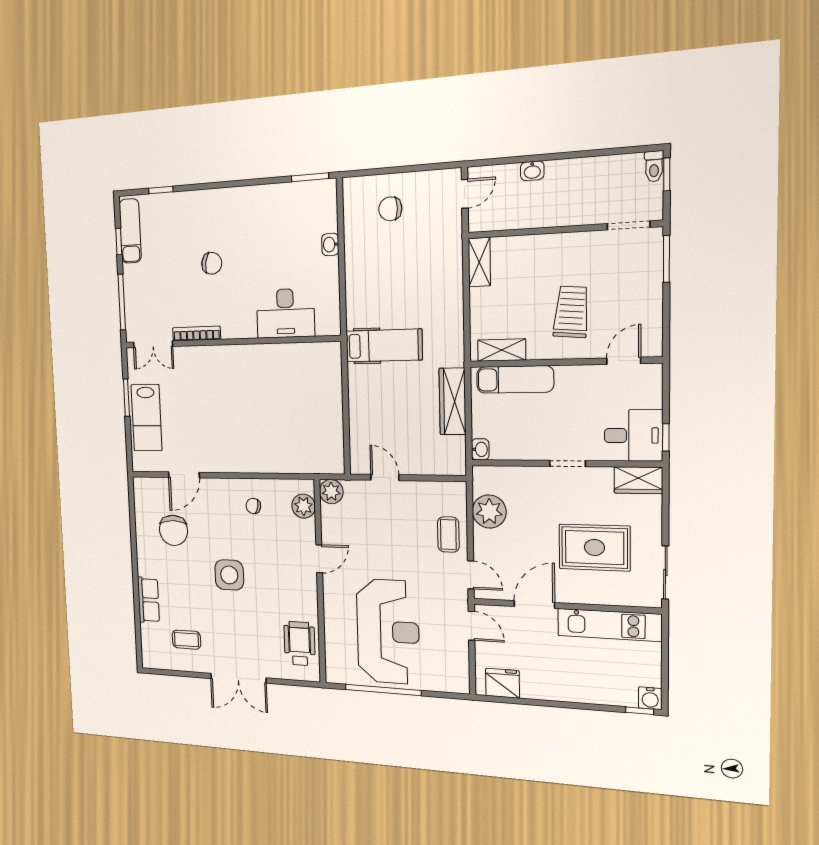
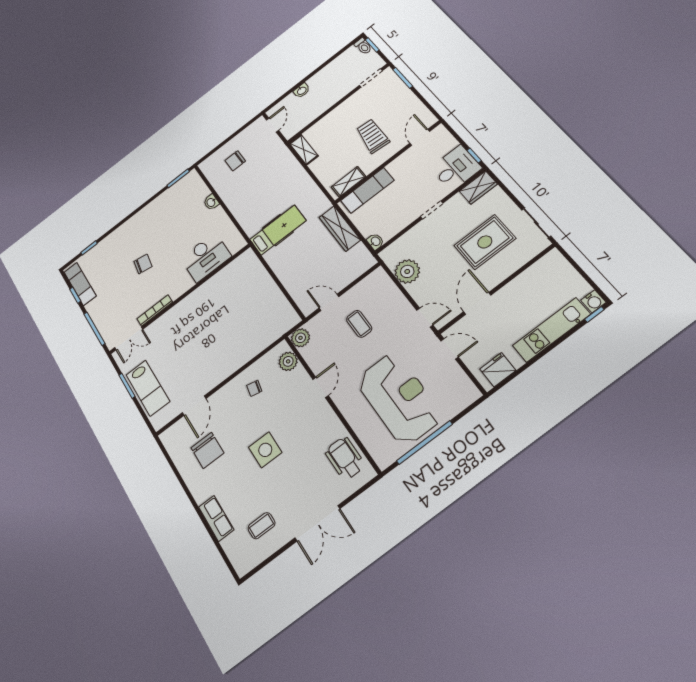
coffee table: (448, 535) -> (359, 324), moved
kitchen unit: (609, 625) -> (551, 330), moved, turned 180

